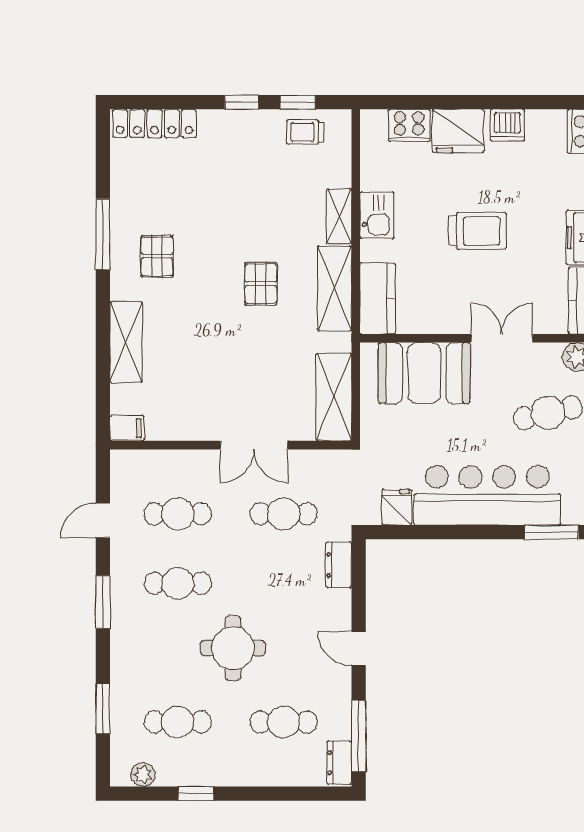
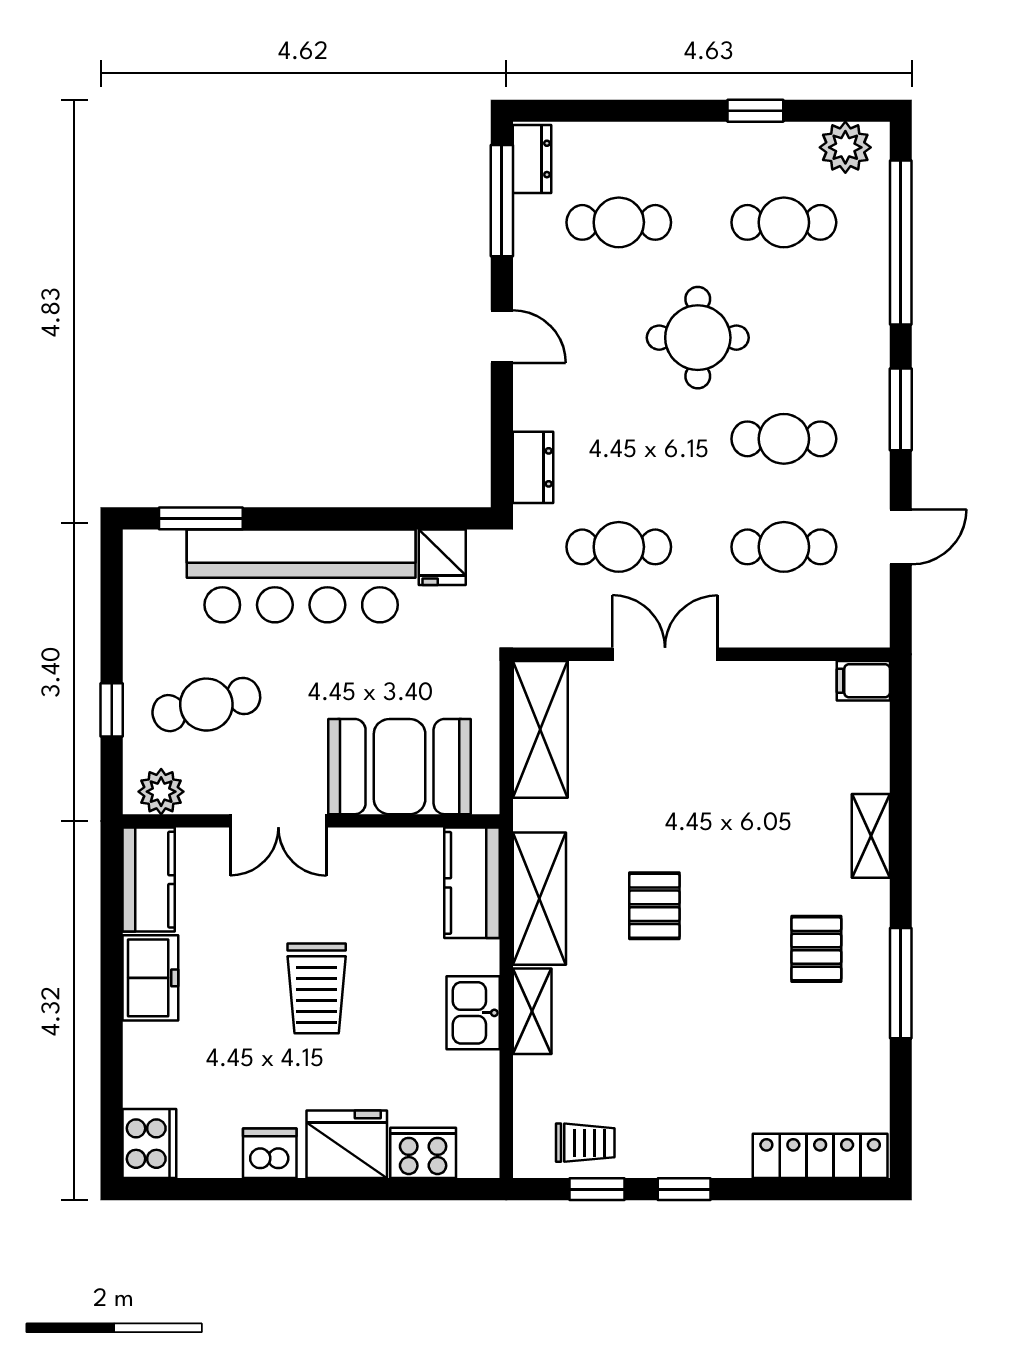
trolley: (477, 231) -> (317, 988), turned -90
shelving: (126, 342) -> (871, 836), width x0.67, depth x0.75
window: (103, 709) -> (901, 242), width x2.11
plant: (143, 775) -> (845, 147), width x1.38, depth x1.38

